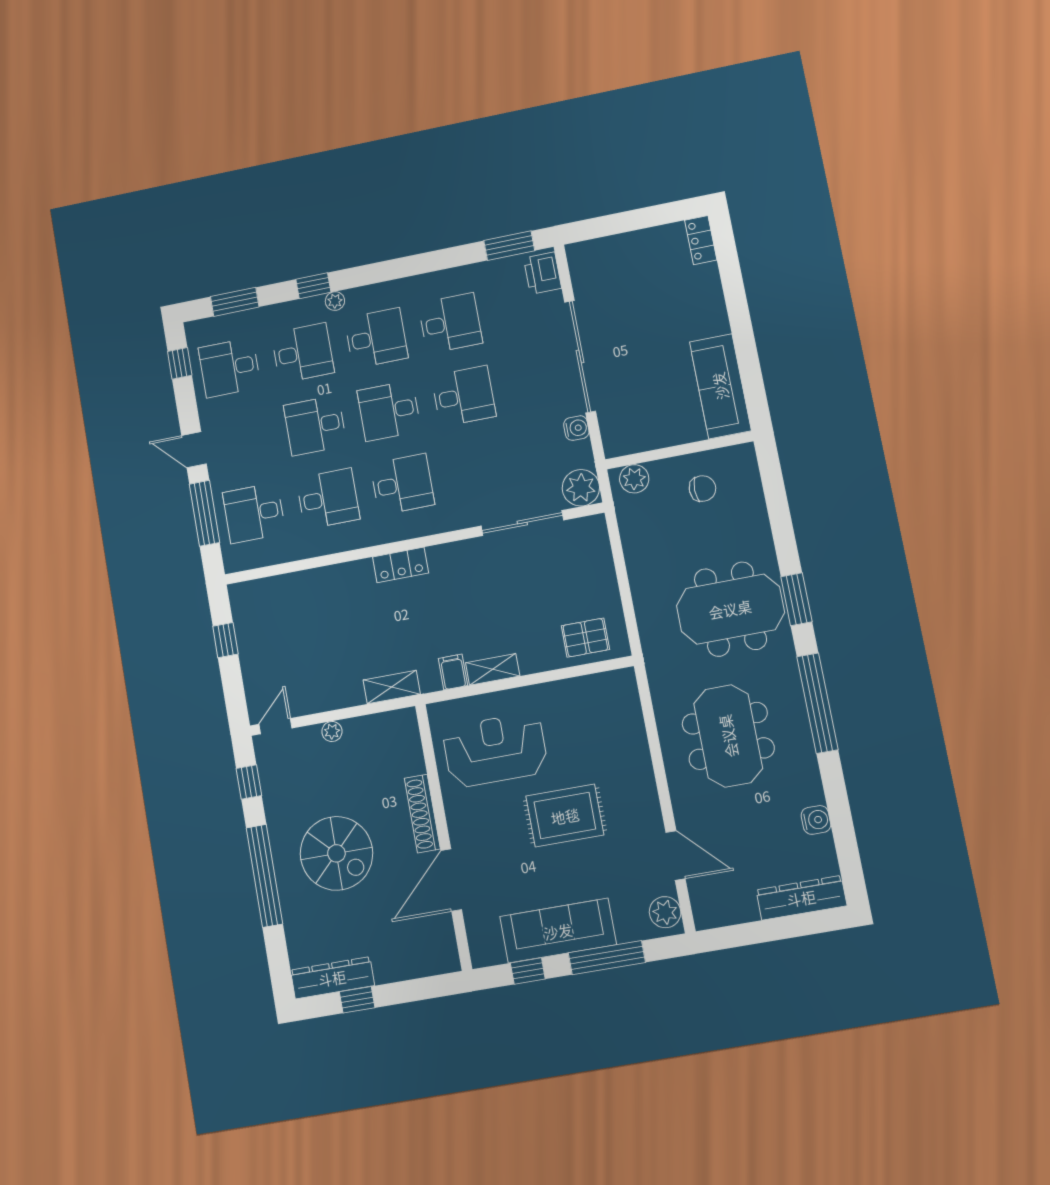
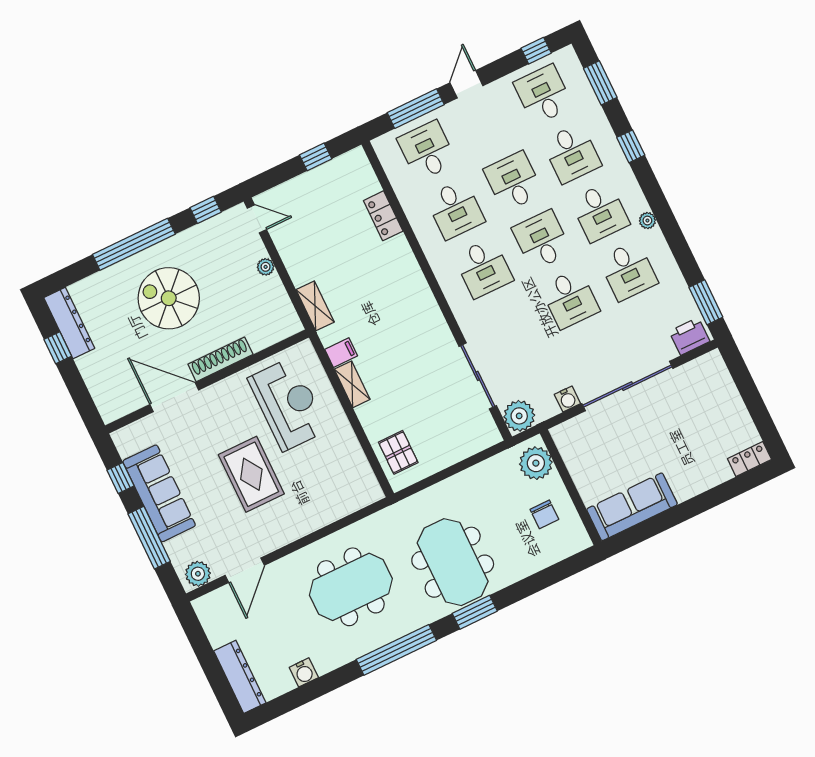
plant: (335, 301) -> (647, 221), moved
plant: (634, 479) -> (536, 463), width x1.36, depth x1.36
locker: (401, 565) -> (383, 216), moved
spiral stairs: (336, 853) -> (169, 298), turned 90

